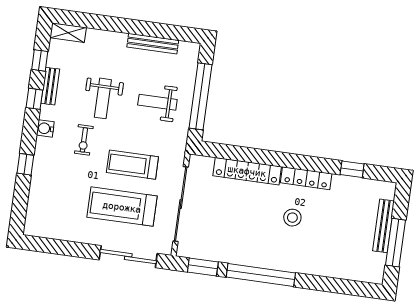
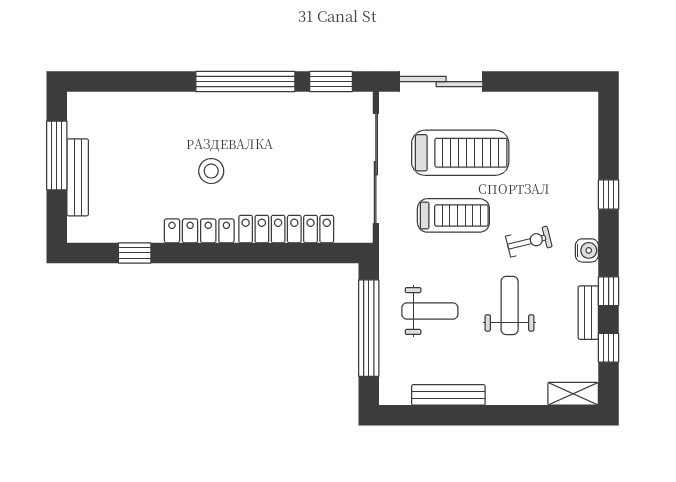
exercise bike: (84, 140) -> (529, 242), turned 76

